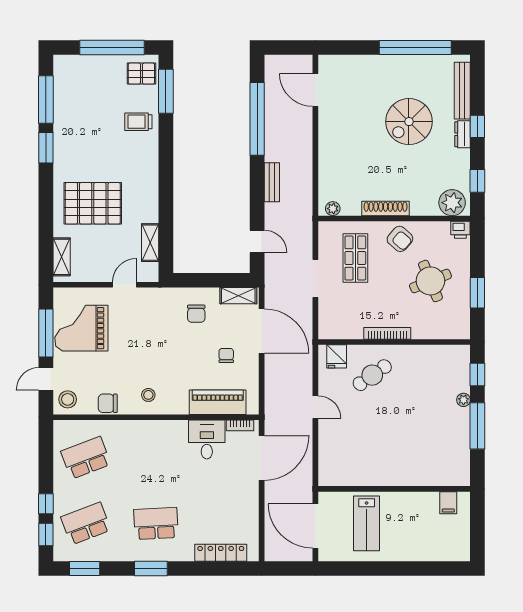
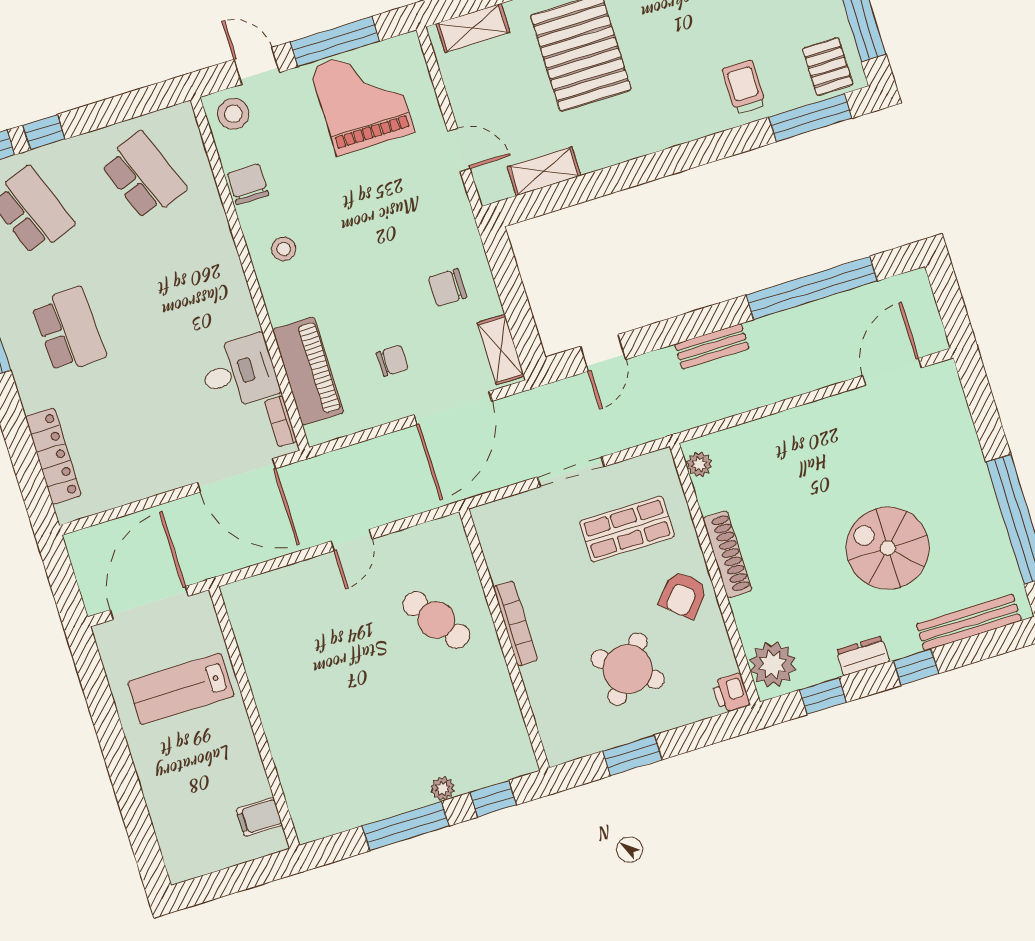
dresser: (463, 134) -> (863, 656), moved
round table: (430, 281) -> (628, 669), turned -30
fridge: (337, 356) -> (449, 549), removed

